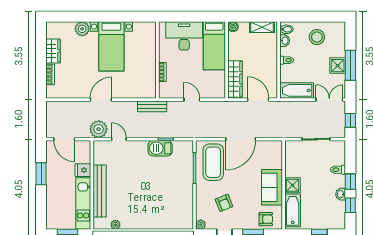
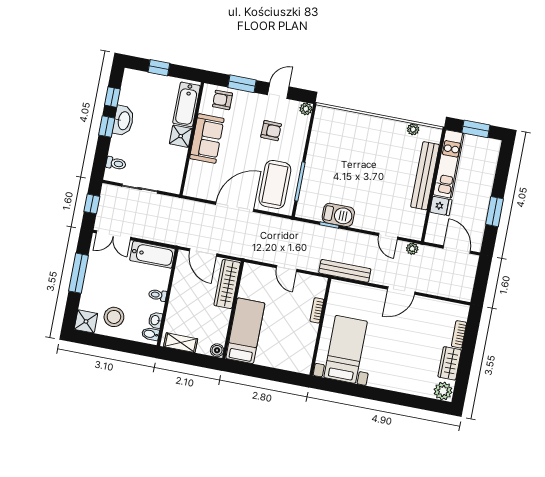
plant: (82, 29) -> (443, 391), moved
desk: (184, 36) -> (281, 351), removed
bed with nightstands: (111, 46) -> (346, 349), moved
shower: (338, 66) -> (86, 321), moved
bench: (152, 106) -> (345, 271), width x1.36
plant: (99, 129) -> (412, 249), width x0.53, depth x0.53
toilet: (338, 170) -> (116, 163), moved
washbasin: (341, 194) -> (123, 121), width x1.91, depth x1.45
armchair: (224, 203) -> (271, 131), turned 113

